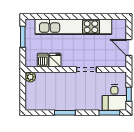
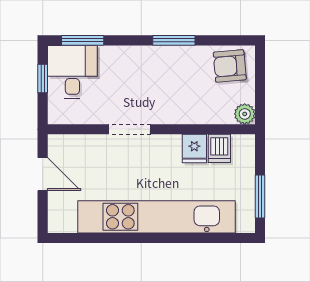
armchair: (38, 100) -> (230, 66), added

